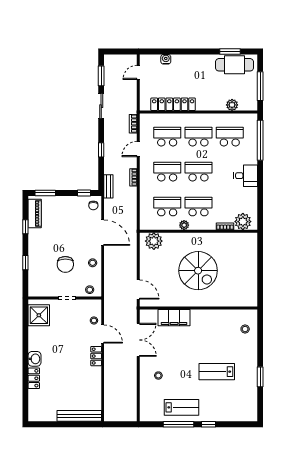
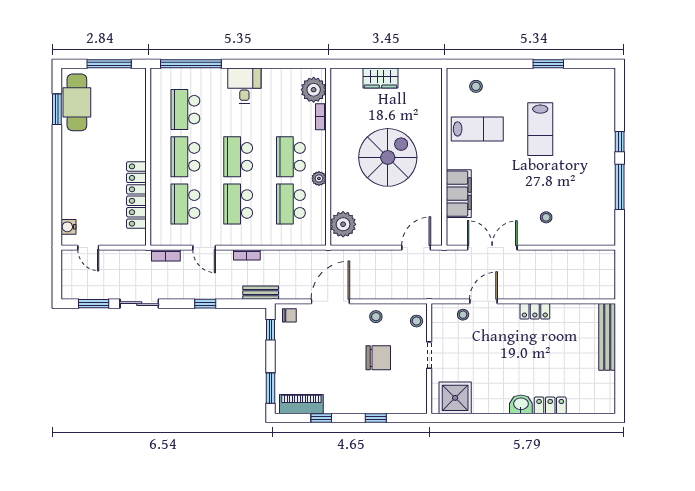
water cooler: (166, 59) -> (68, 227), moved
plant: (232, 105) -> (137, 106), removed
wardrobe: (251, 266) -> (381, 78), added
locker: (96, 356) -> (535, 311), moved
lab bench: (181, 407) -> (477, 129), moved, turned 90

